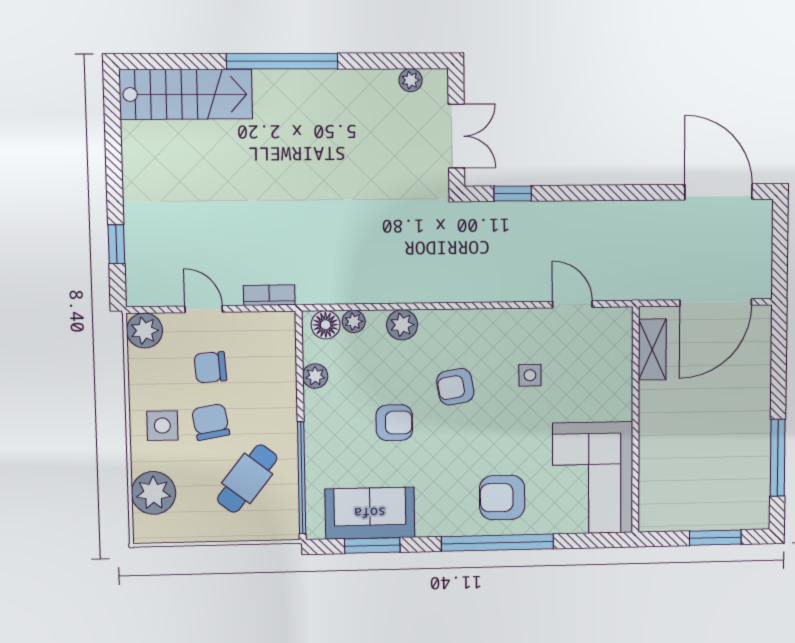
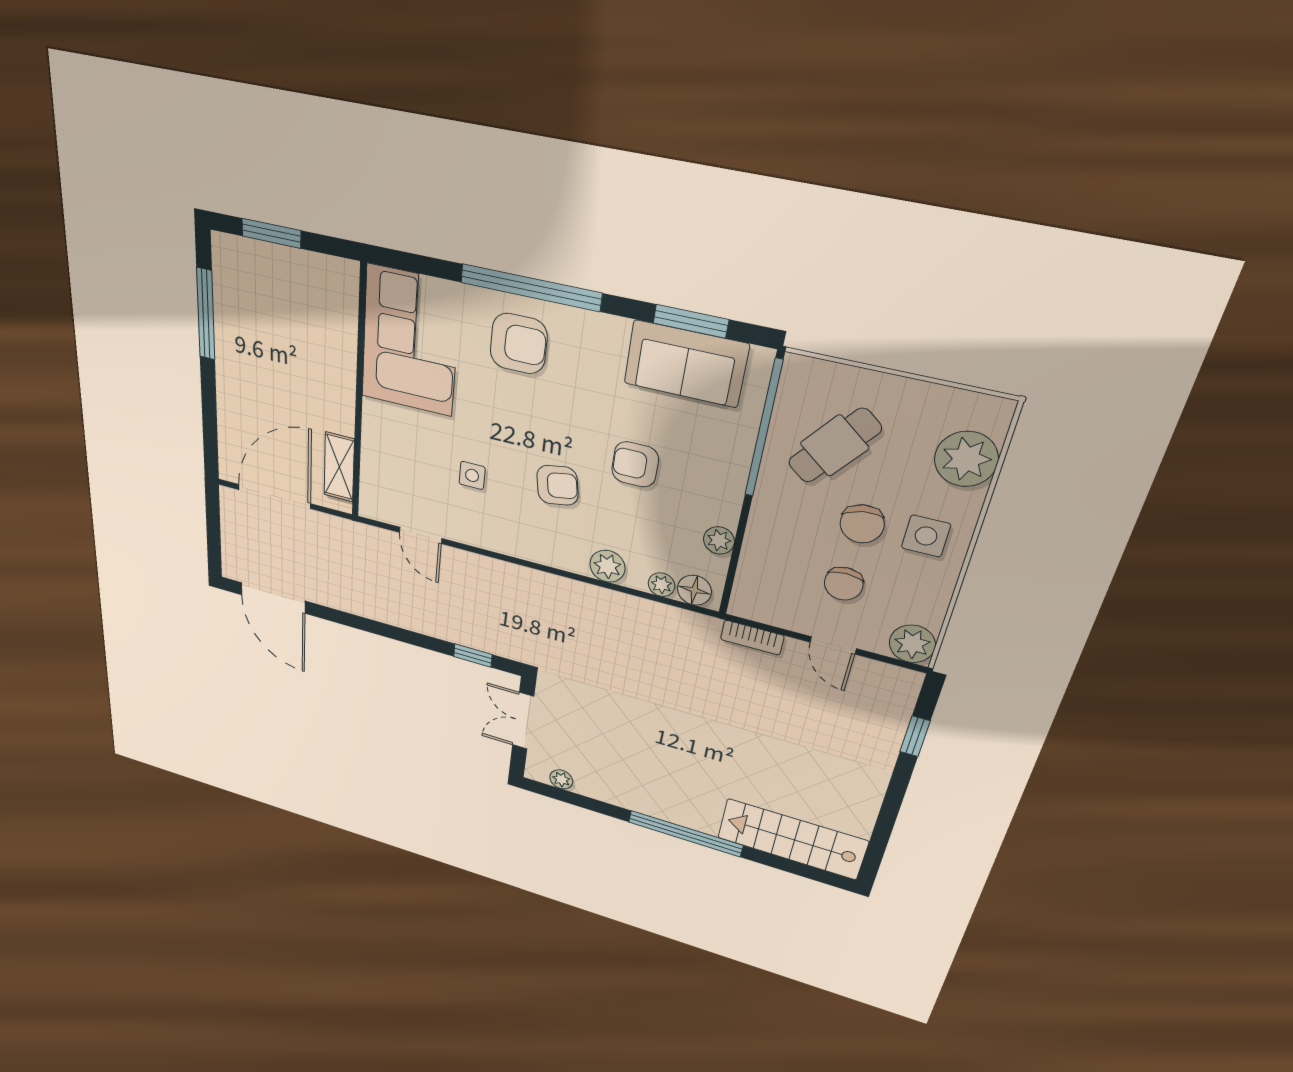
chair: (210, 367) -> (844, 584), turned 94

